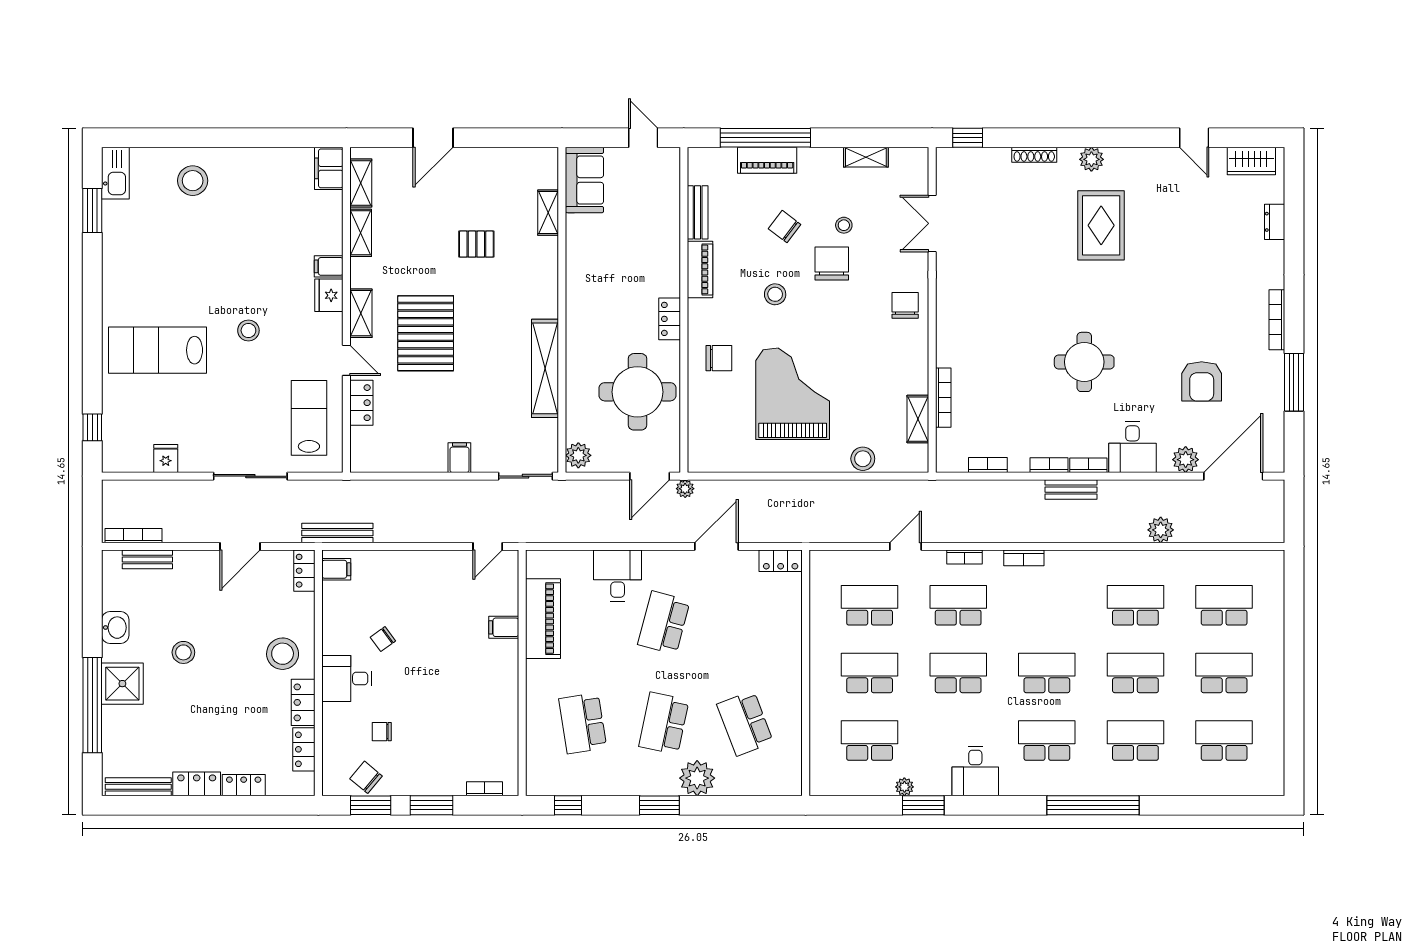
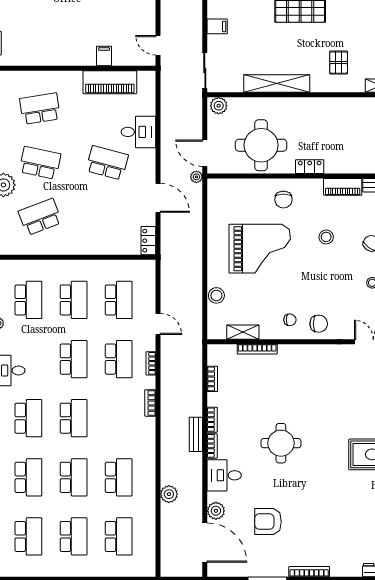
pallet: (476, 244) -> (339, 63), moved
chair: (832, 264) -> (290, 320), moved, width x0.54, depth x0.54

